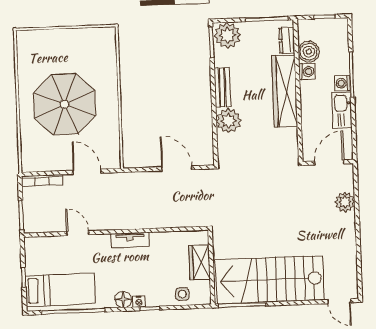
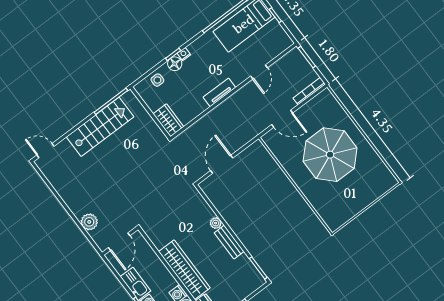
plant: (227, 35) -> (251, 281), removed
plant: (229, 121) -> (216, 223), width x0.53, depth x0.53
door: (177, 168) -> (222, 164), swing flipped
door: (78, 233) -> (259, 72), hinge flipped
wardrobe: (200, 262) -> (168, 120), moved
stairs: (270, 280) -> (100, 127), width x0.73, depth x0.66
floor lamp: (123, 299) -> (175, 64), moved

